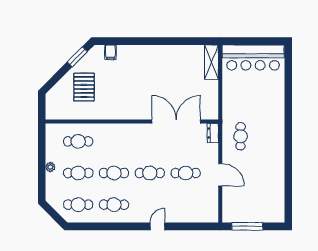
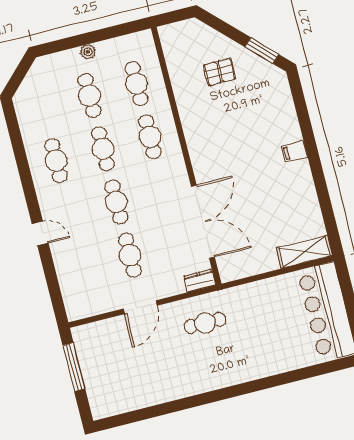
filing cabinet: (110, 52) -> (294, 151), moved
pallet: (84, 87) -> (219, 72), width x0.67, depth x0.71
cafe table: (78, 205) -> (150, 137), moved

